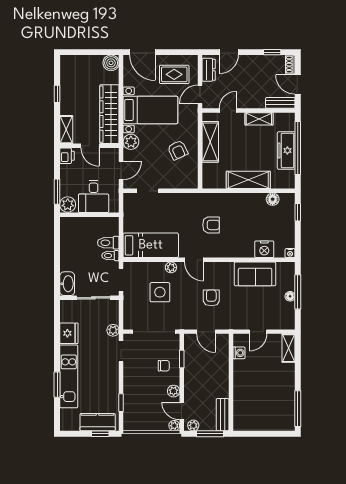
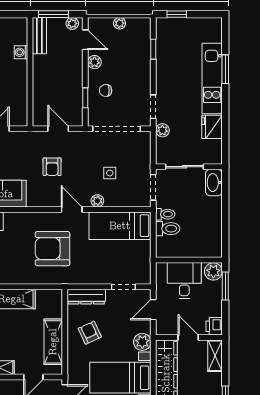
dresser: (181, 182) -> (86, 297), added
armchair: (211, 225) -> (52, 249), width x1.88, depth x1.88
side table: (160, 292) -> (110, 173), width x0.54, depth x0.54
washing machine: (239, 353) -> (21, 52), moved
kitchen counter: (98, 422) -> (180, 27), removed
plant: (174, 426) -> (120, 23), moved

